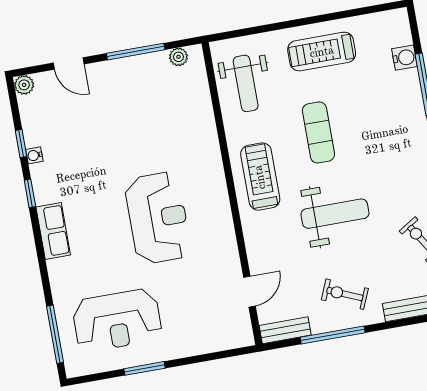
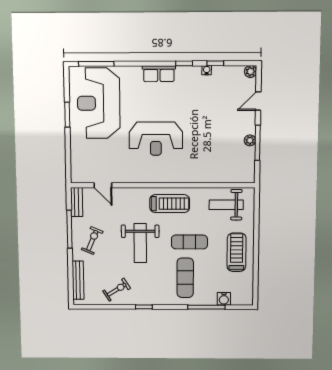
plant: (178, 57) -> (250, 140), moved
exercise mat: (380, 129) -> (185, 278), added
reception desk: (117, 320) -> (99, 103), width x1.36, depth x1.30

